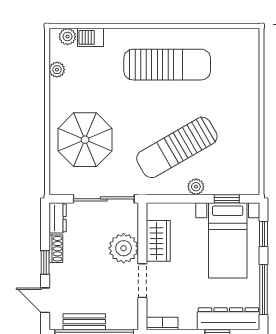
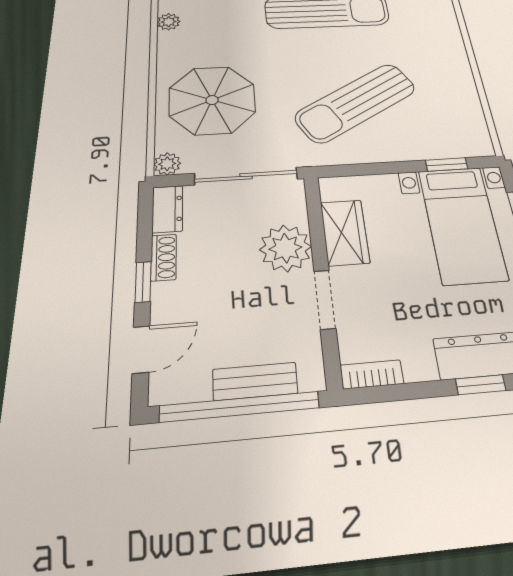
plant: (196, 187) -> (167, 164), moved
door: (45, 300) -> (141, 349), swing flipped
bench: (84, 322) -> (255, 381), moved

